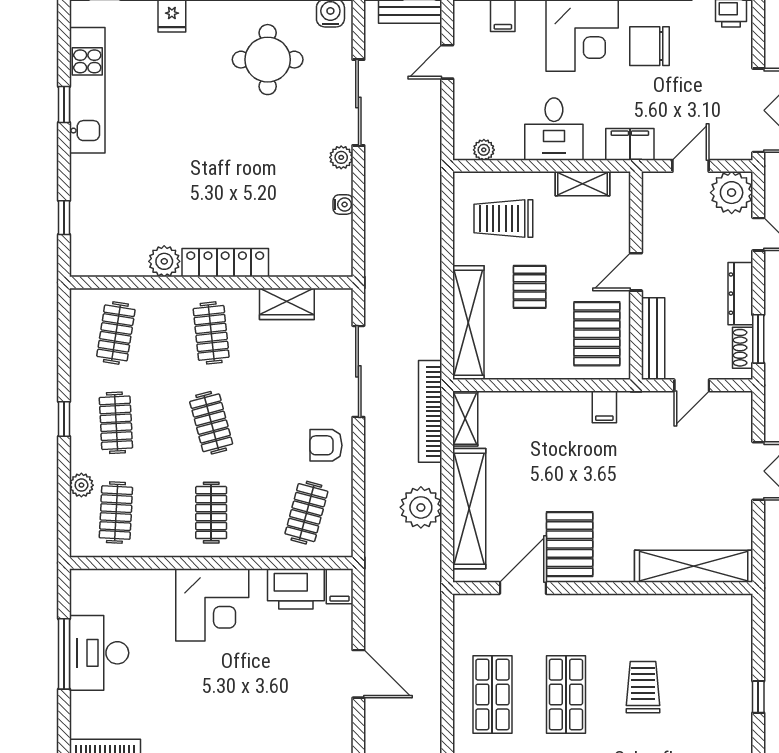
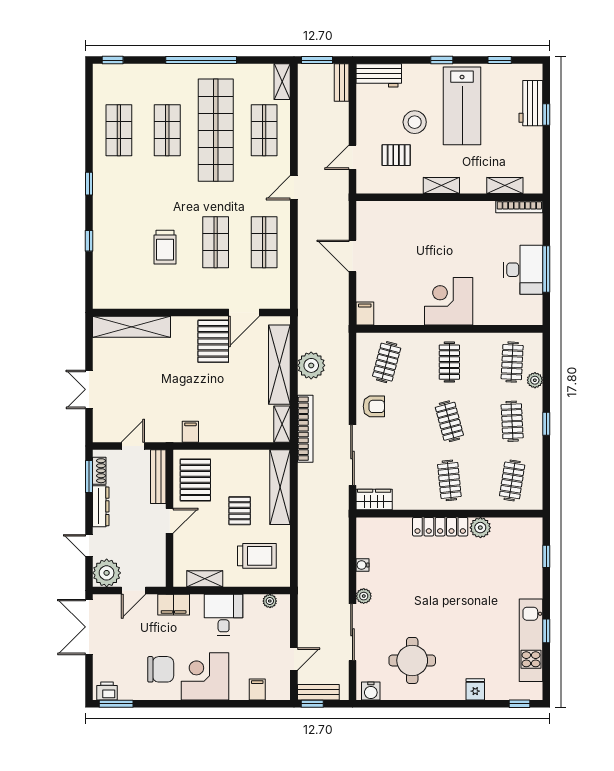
wardrobe: (287, 304) -> (374, 500), moved
printer: (296, 589) -> (394, 312), removed

